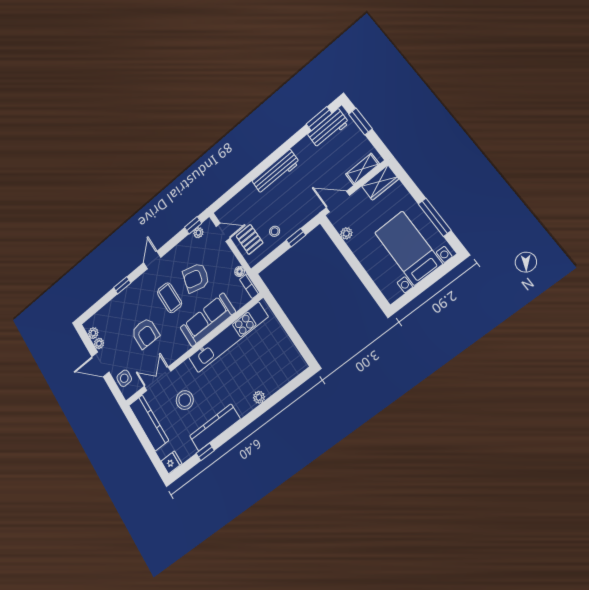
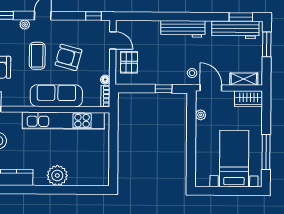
workbench: (328, 129) -> (235, 30), width x1.38
stool: (275, 231) -> (192, 73), moved
plant: (198, 233) -> (25, 24), moved
plant: (259, 397) -> (57, 175), width x1.88, depth x1.88

